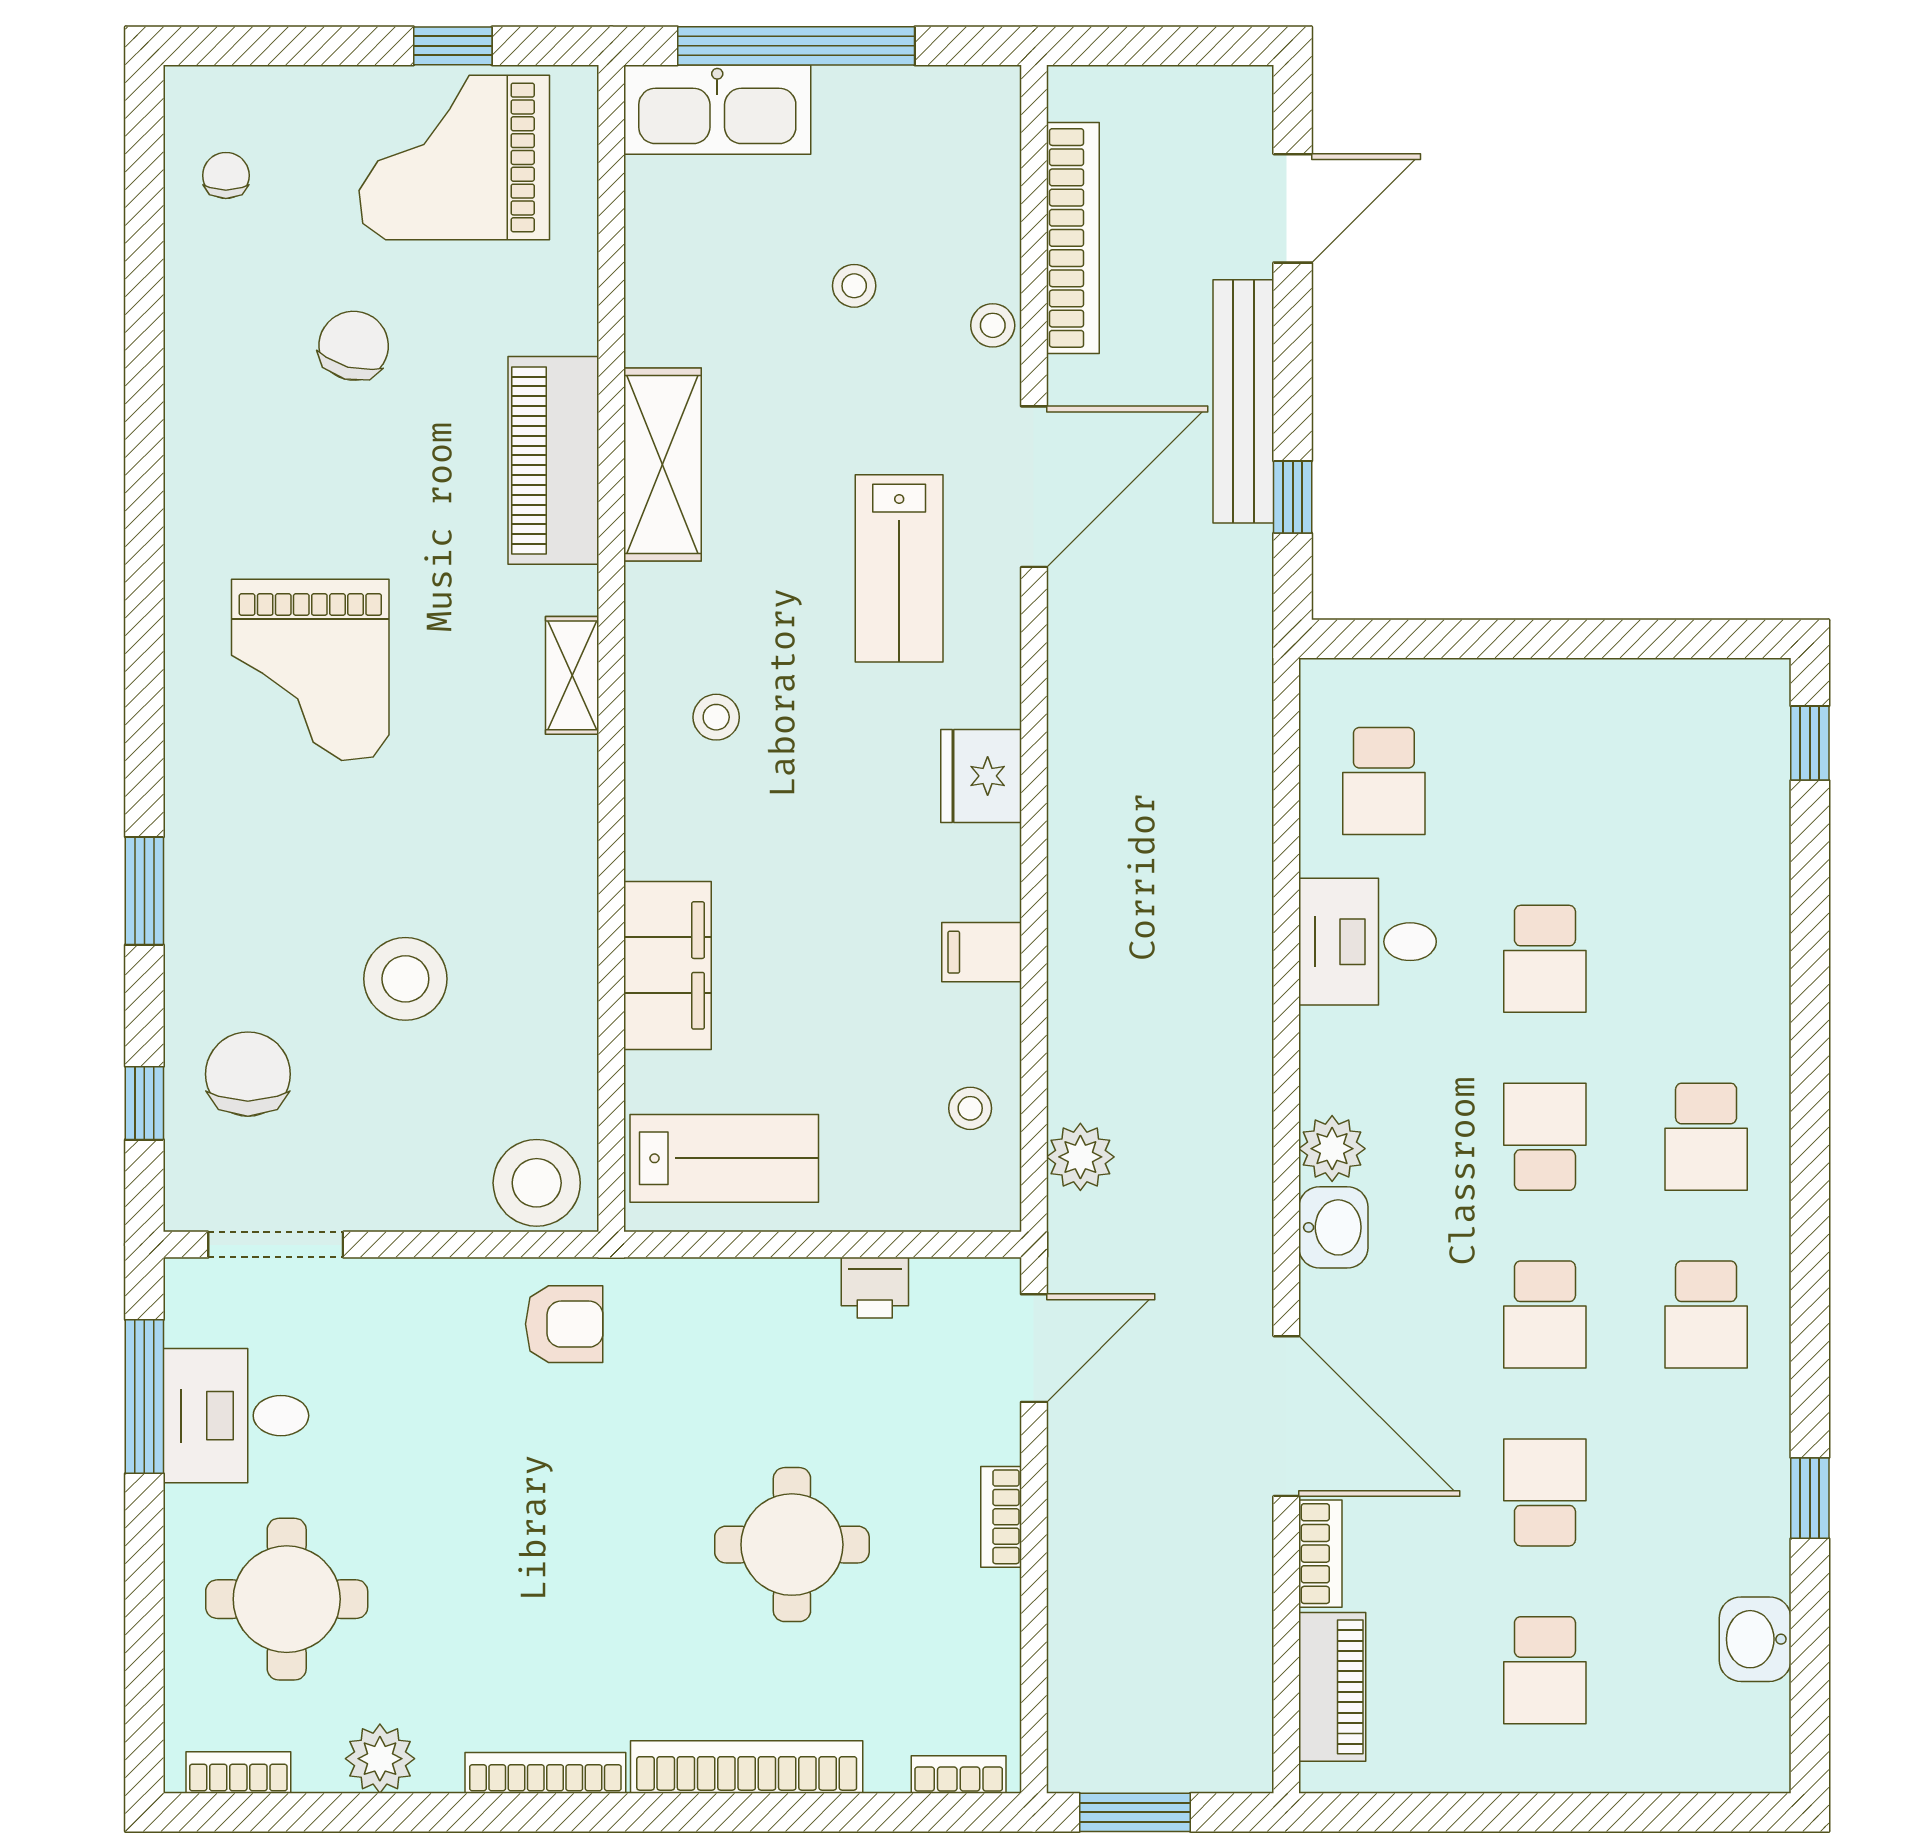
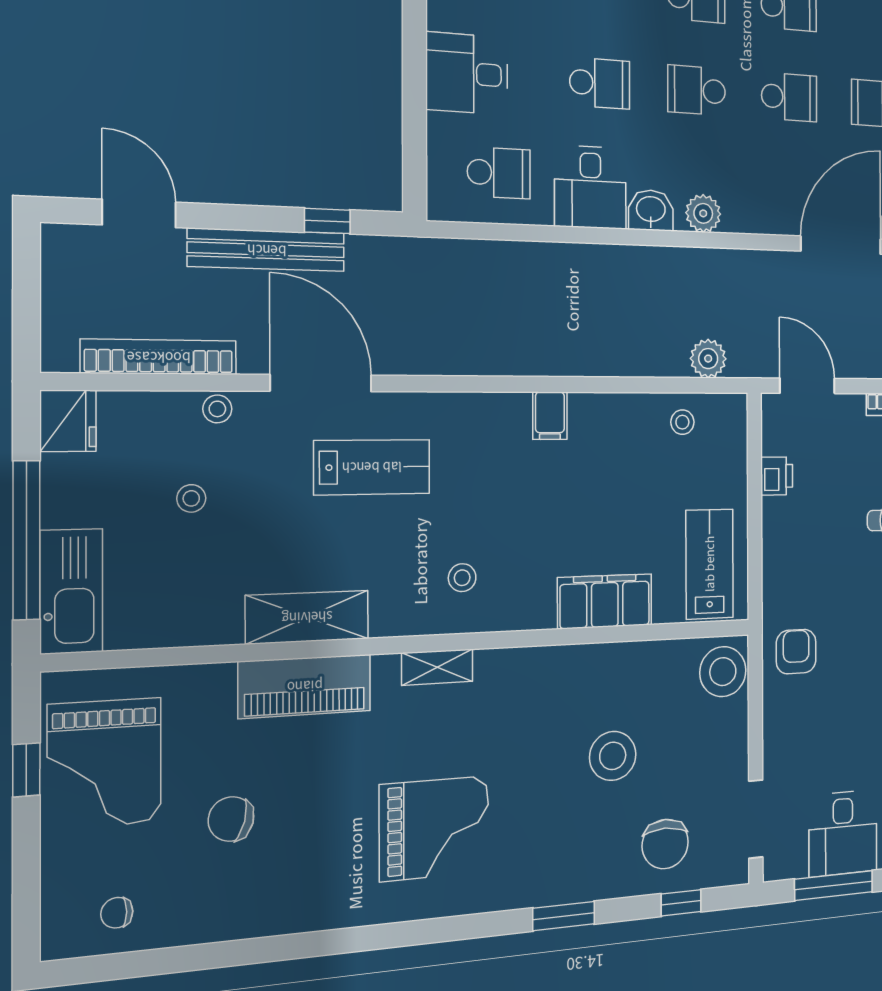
desk: (1545, 727) -> (467, 73), added
fridge: (981, 776) -> (68, 421), moved, turned -90
filing cabinet: (982, 952) -> (550, 416), moved
chair: (248, 1074) -> (665, 844), turned -90
washbasin: (1333, 1227) -> (651, 210), moved

